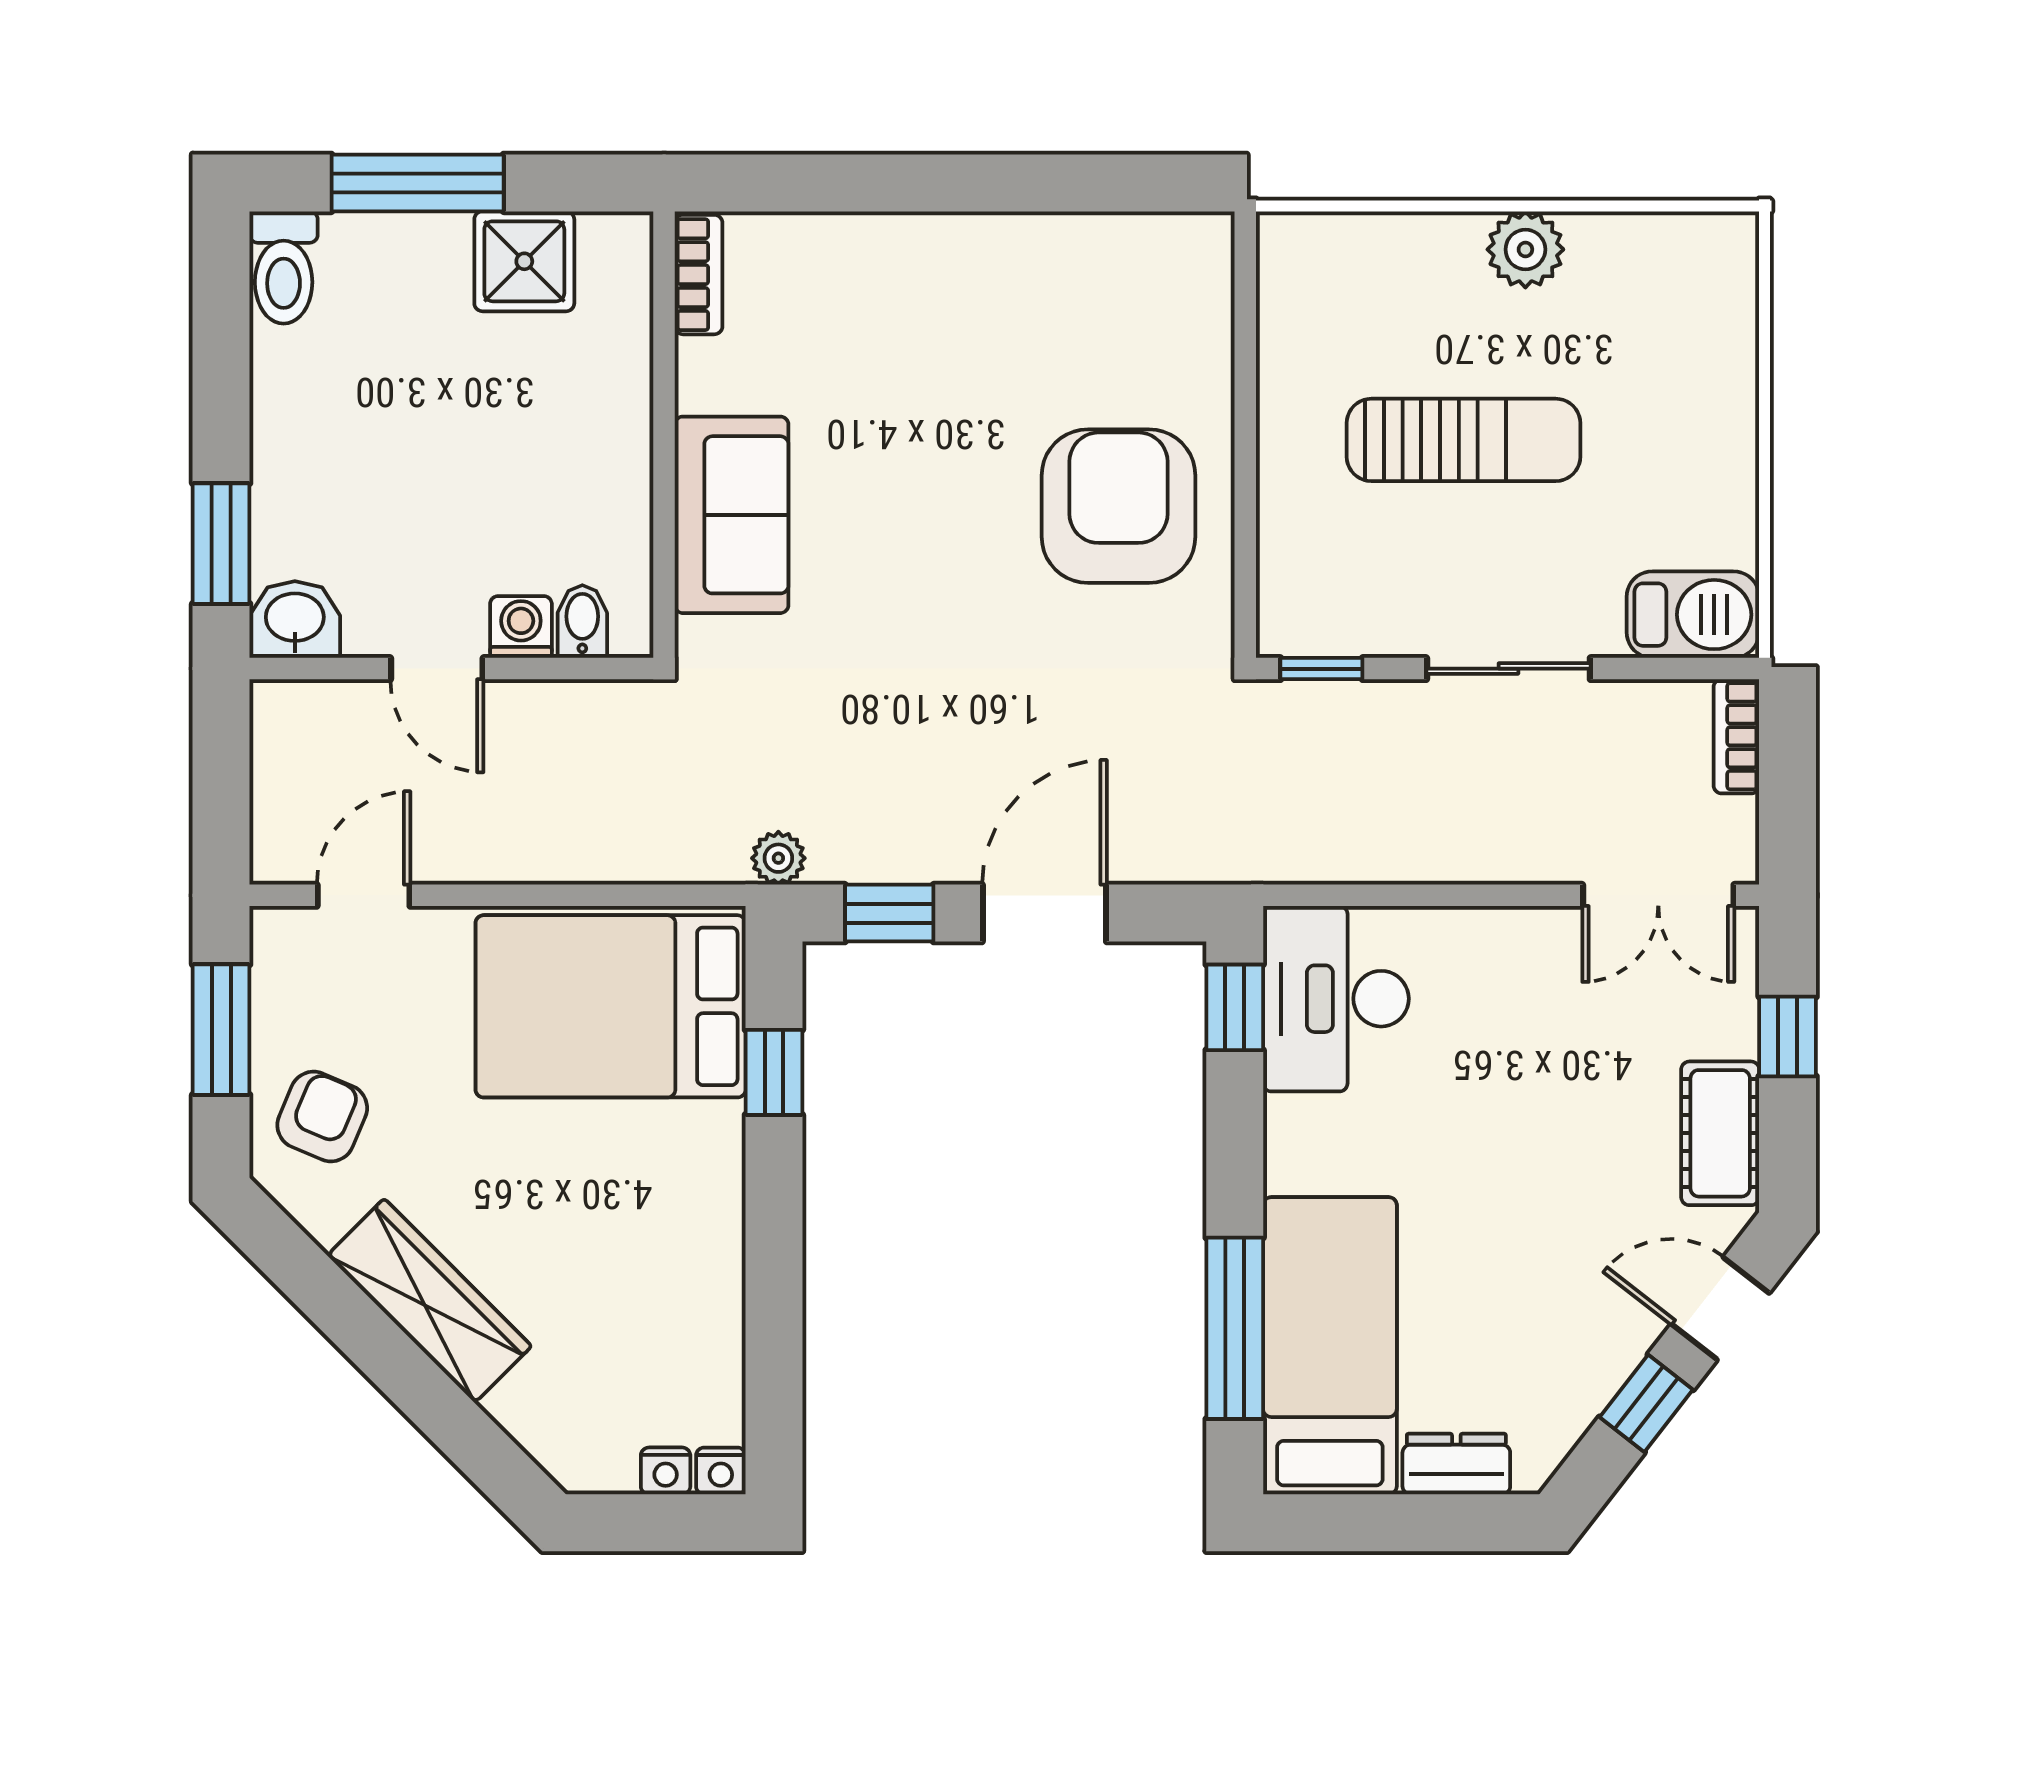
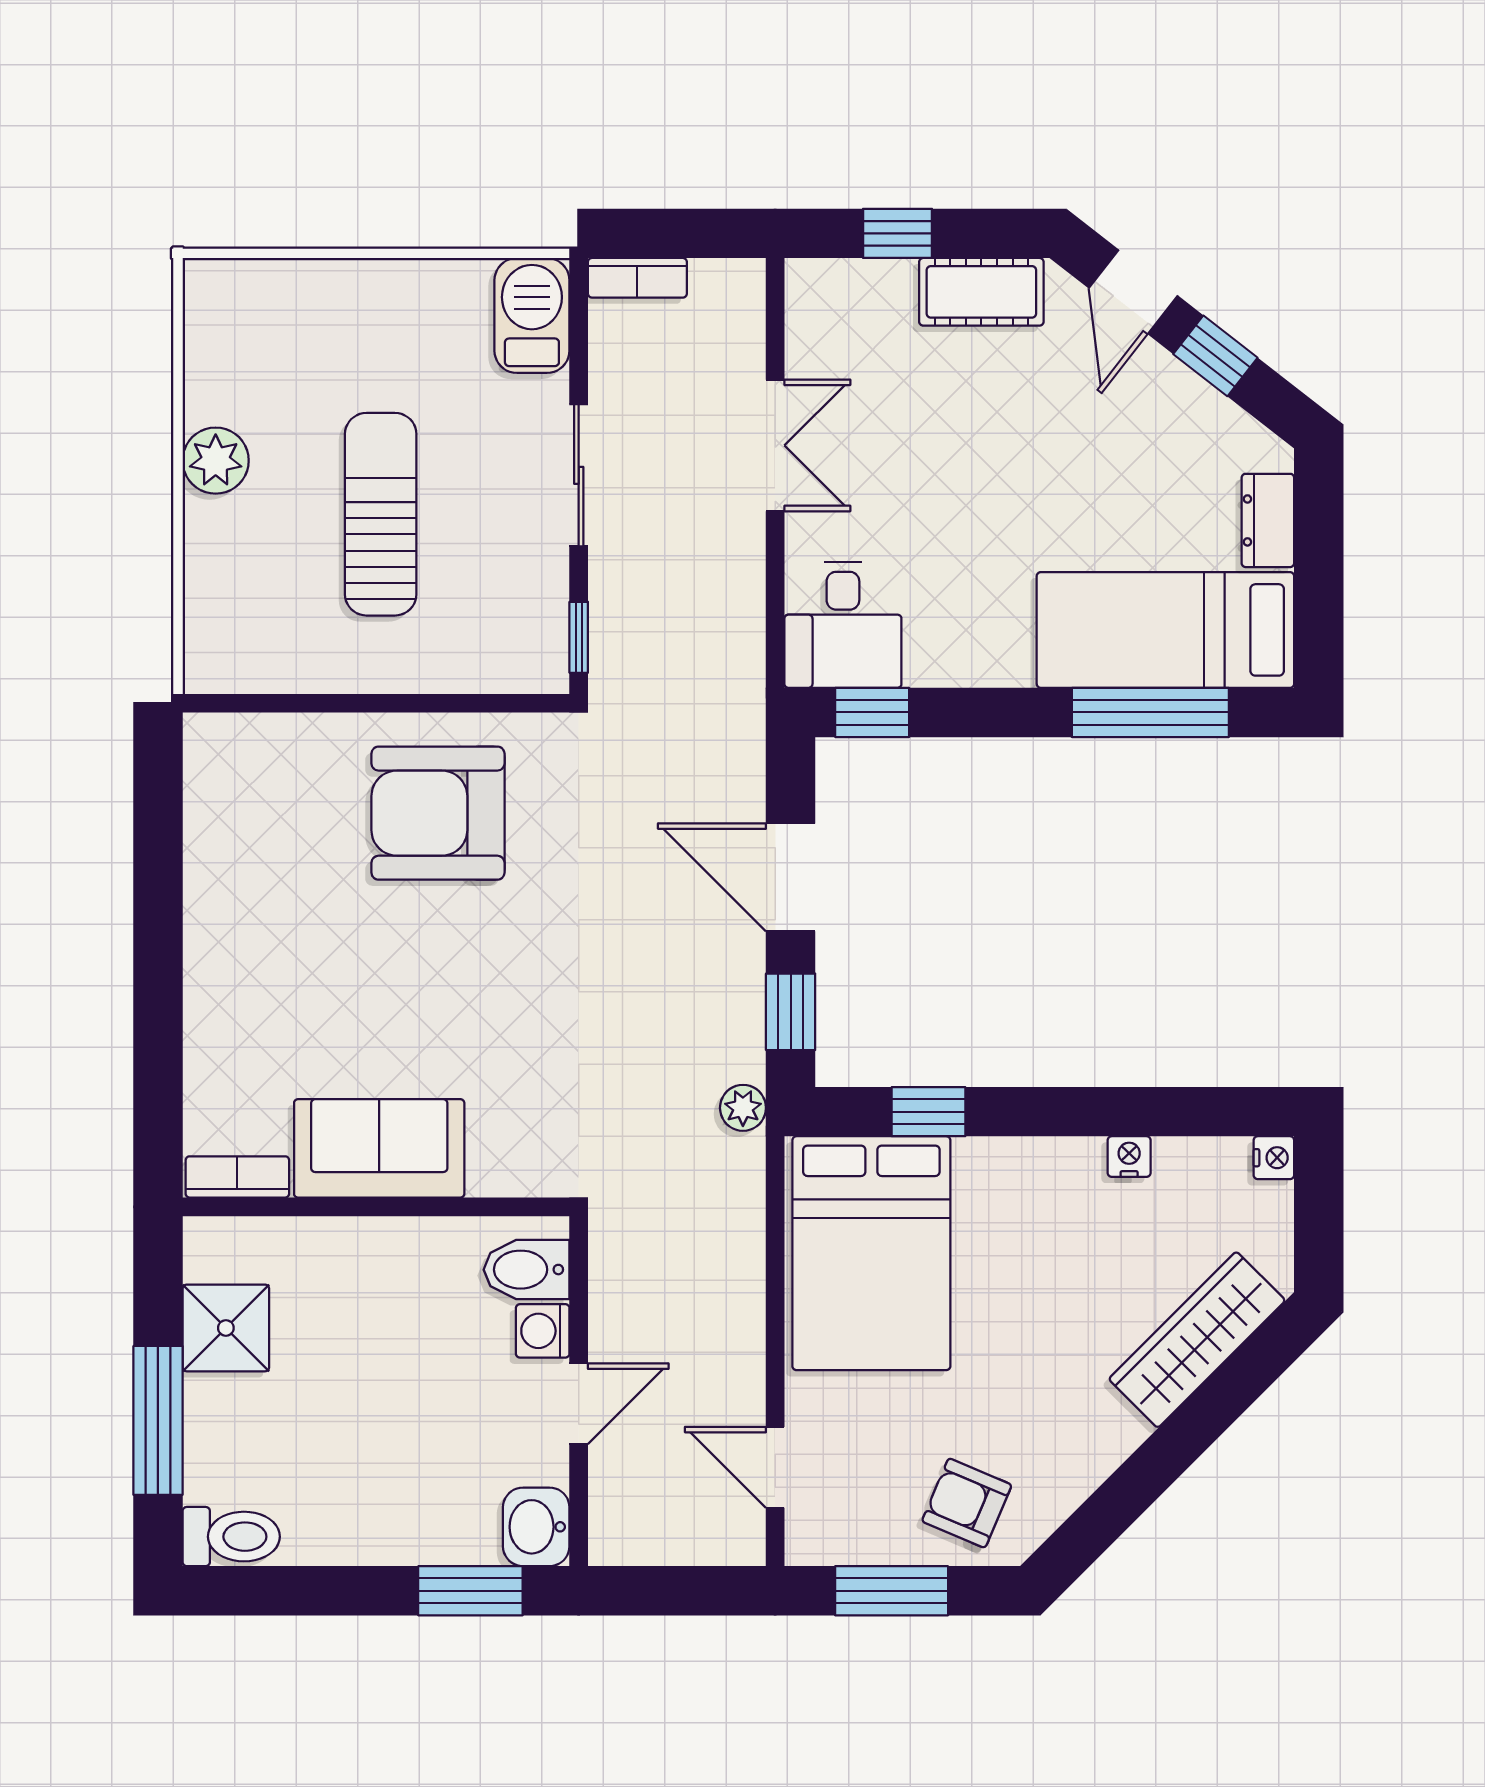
sofa: (732, 515) -> (379, 1148), moved
bidet: (582, 621) -> (527, 1270), width x1.38, depth x1.36
double door: (1658, 895) -> (775, 445), moved
desk: (1336, 999) -> (843, 625), width x0.73
wardrobe: (429, 1301) -> (1197, 1340), moved
nightstand: (666, 1471) -> (1129, 1157), moved, turned -90

